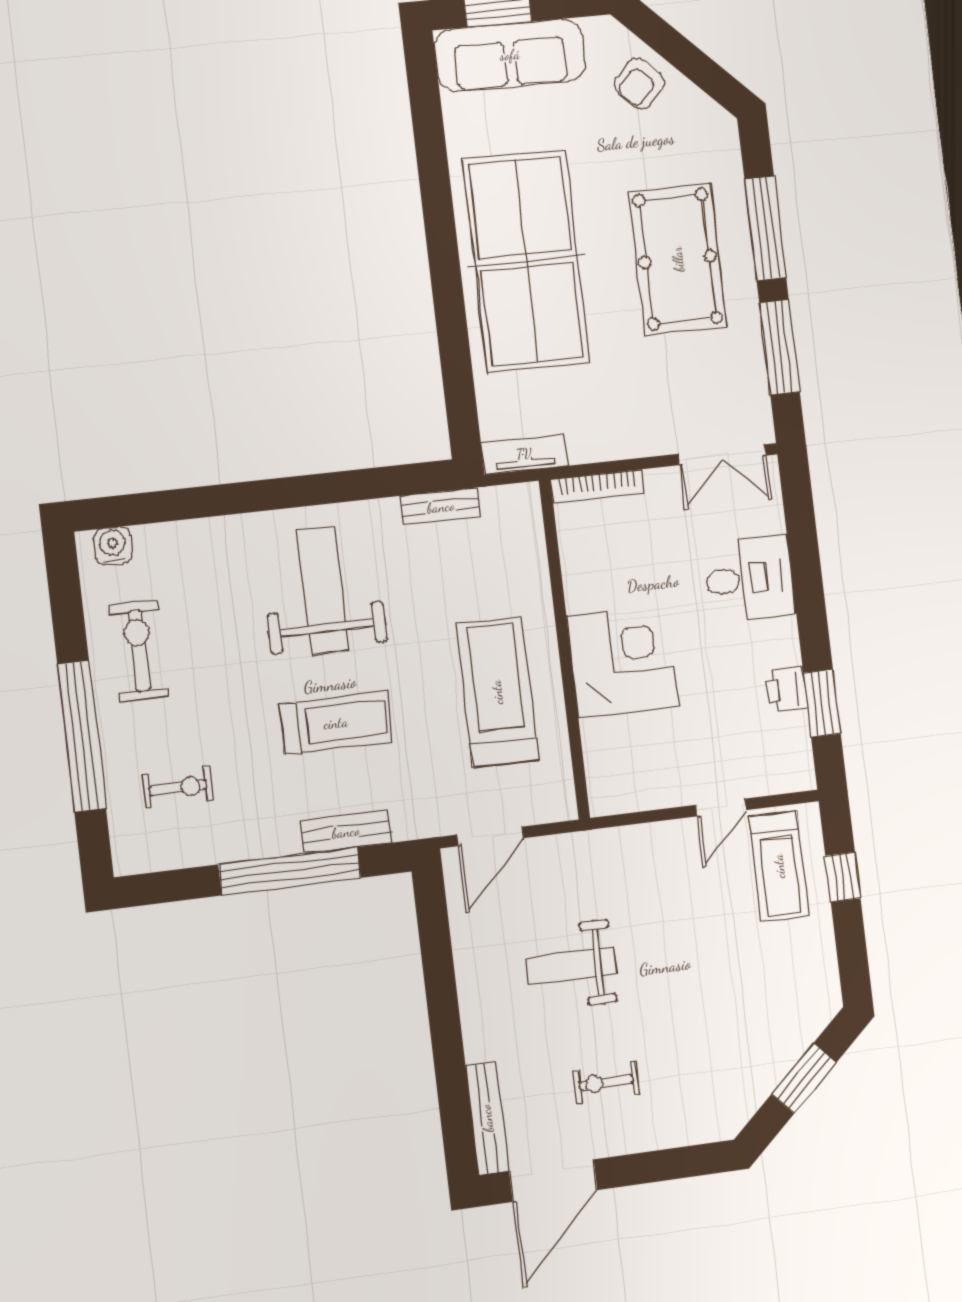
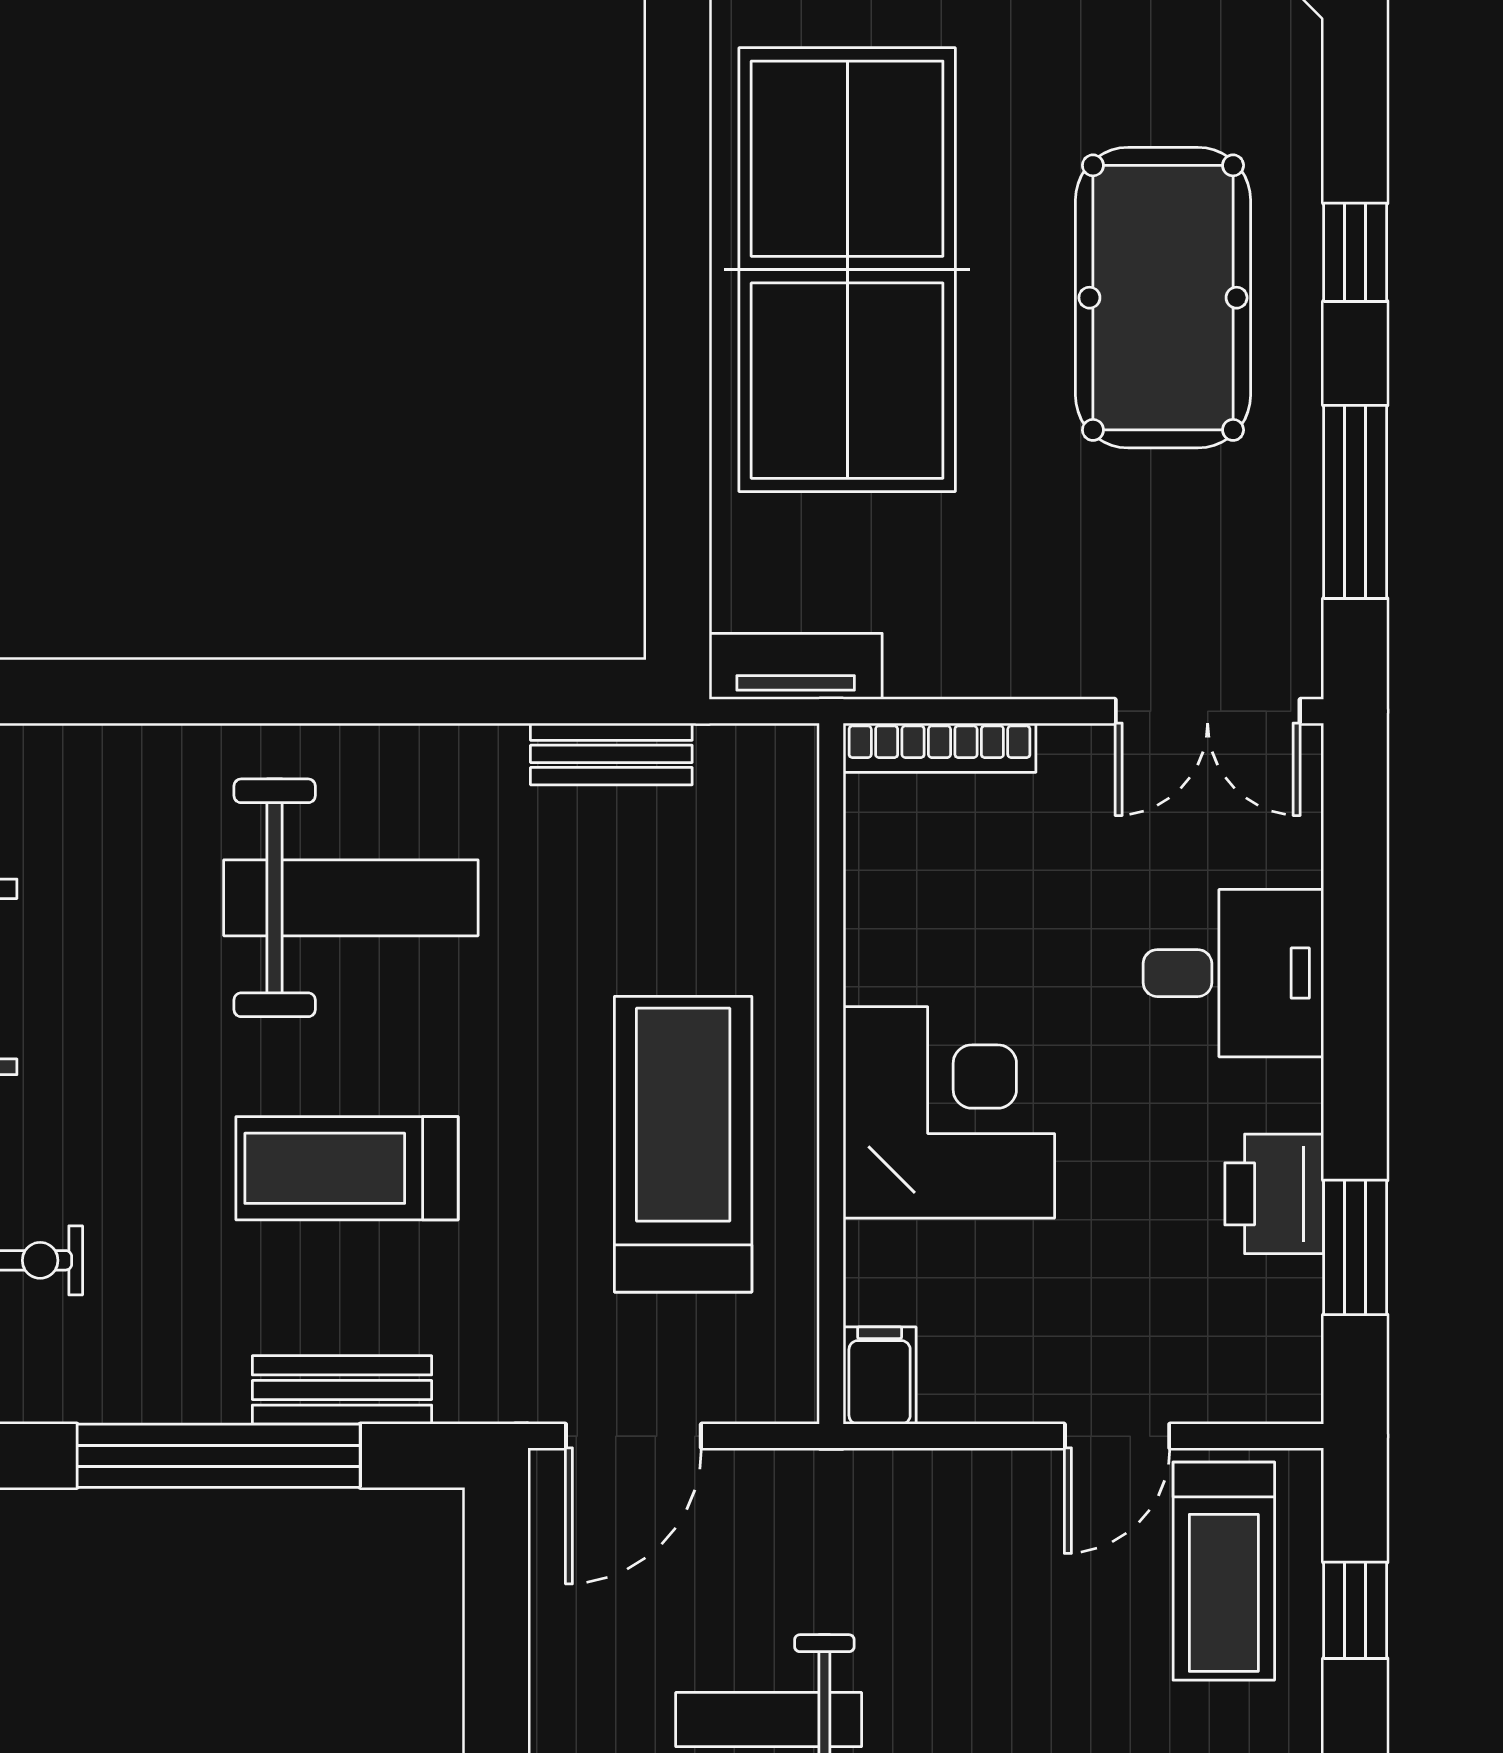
window: (765, 228) -> (1355, 252), width x0.46
weight bench: (323, 591) -> (351, 898), turned 90
printer: (786, 689) -> (1274, 1194), width x1.36, depth x1.24
treadmill: (336, 723) -> (347, 1168), turned 180
filing cabinet: (605, 792) -> (880, 1376), added

